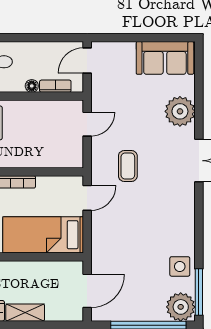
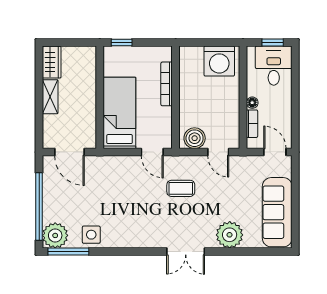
sofa: (165, 58) -> (277, 212), width x1.36
boiler: (72, 151) -> (195, 138), added

